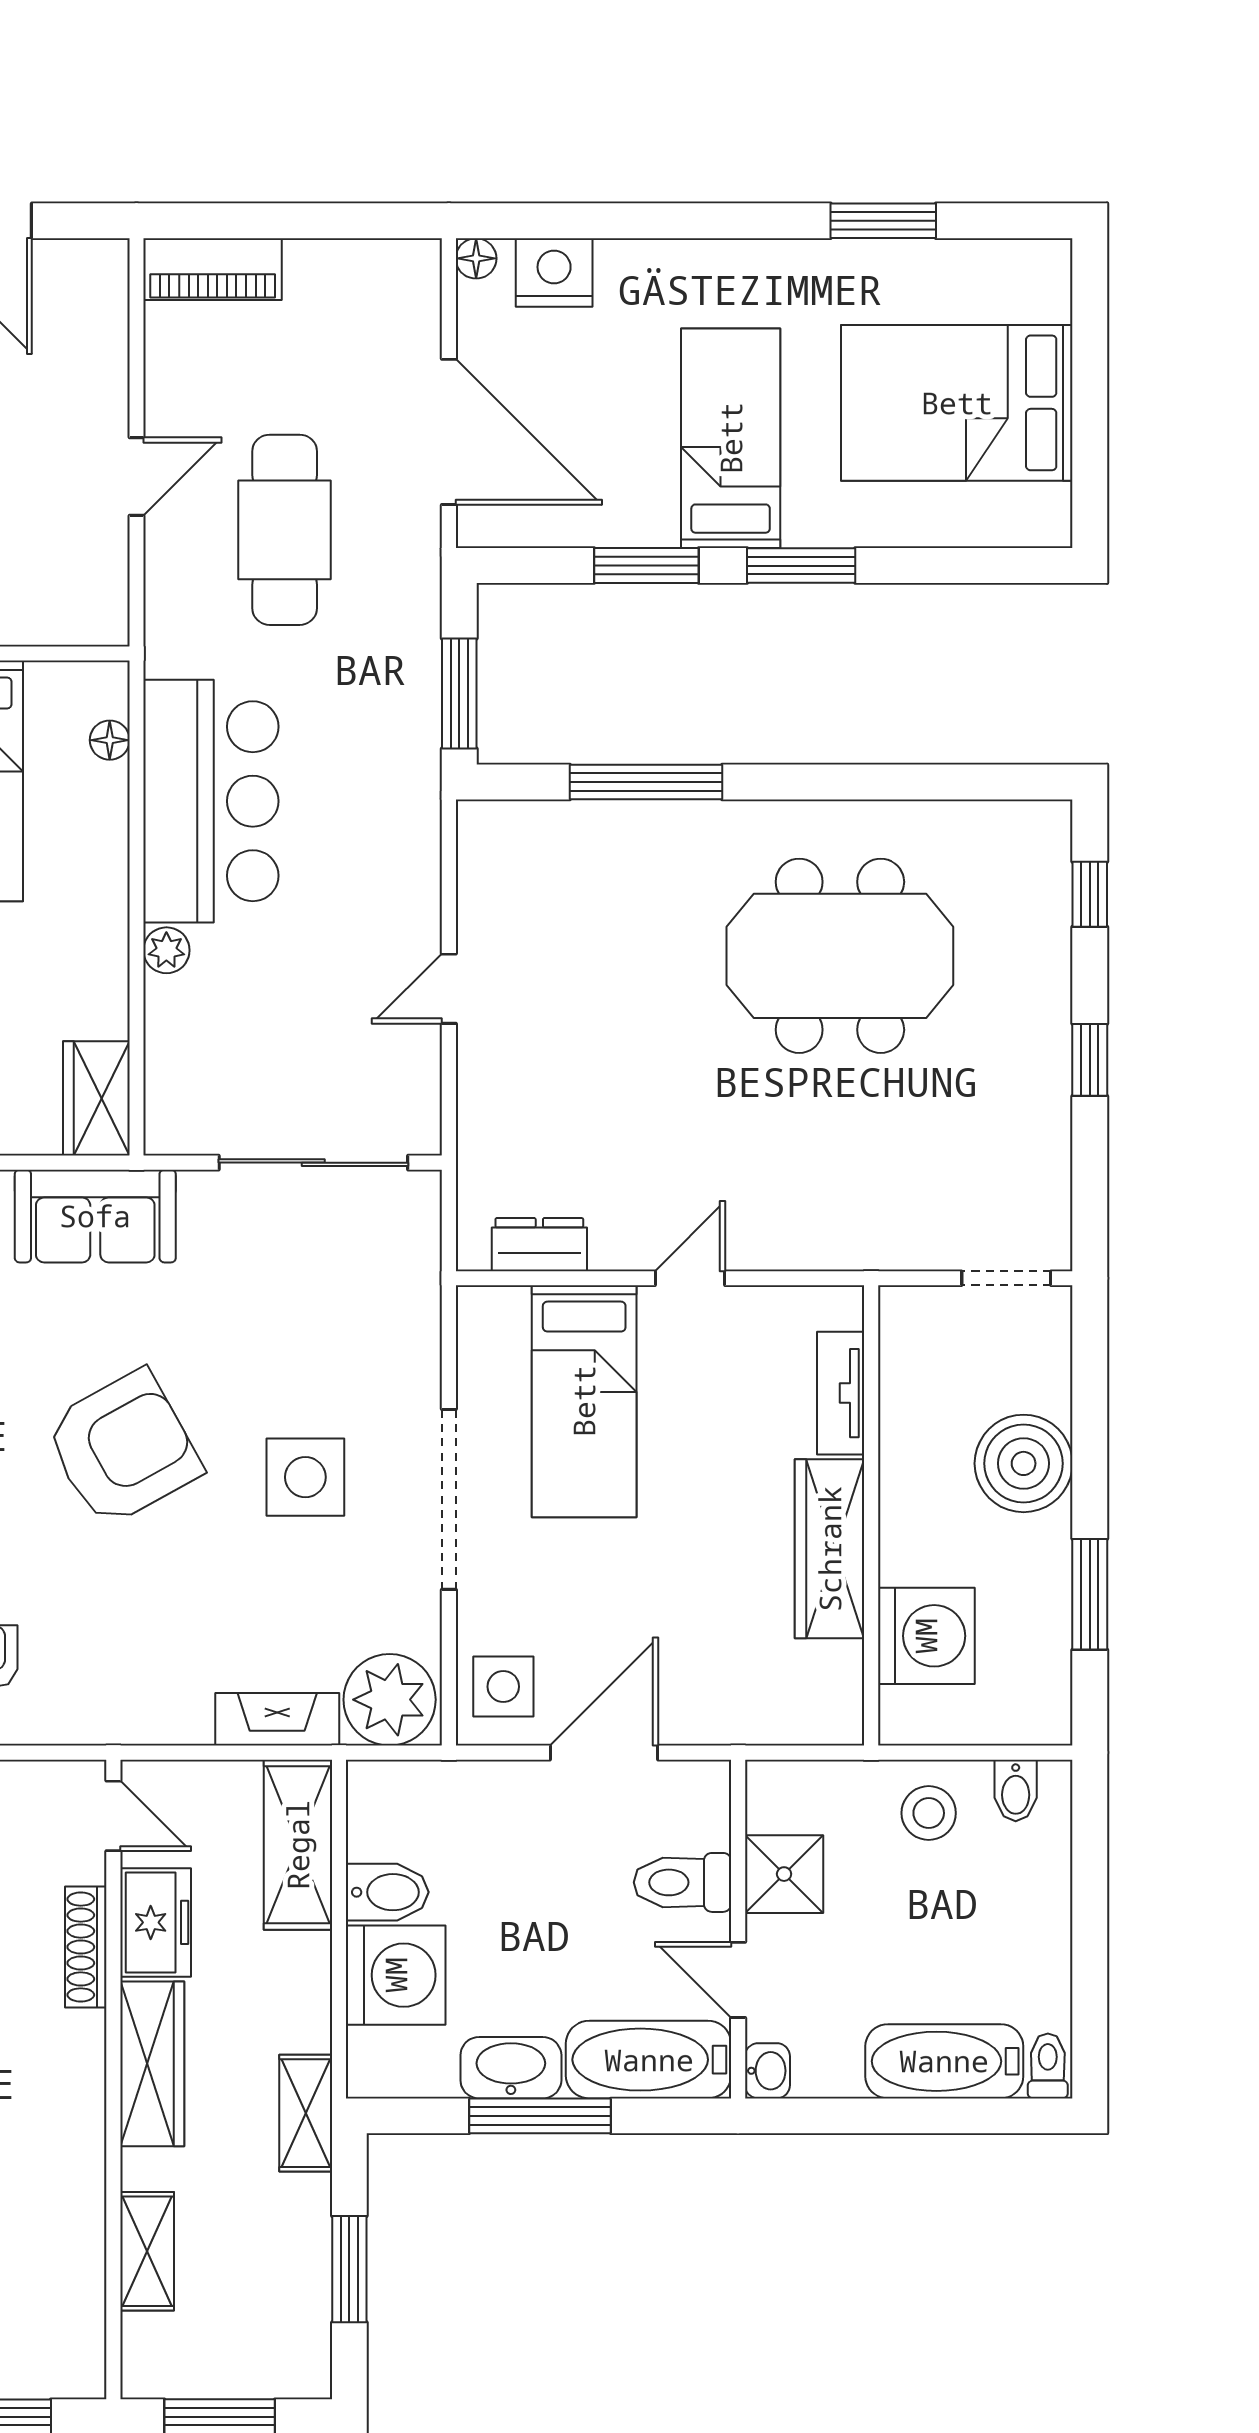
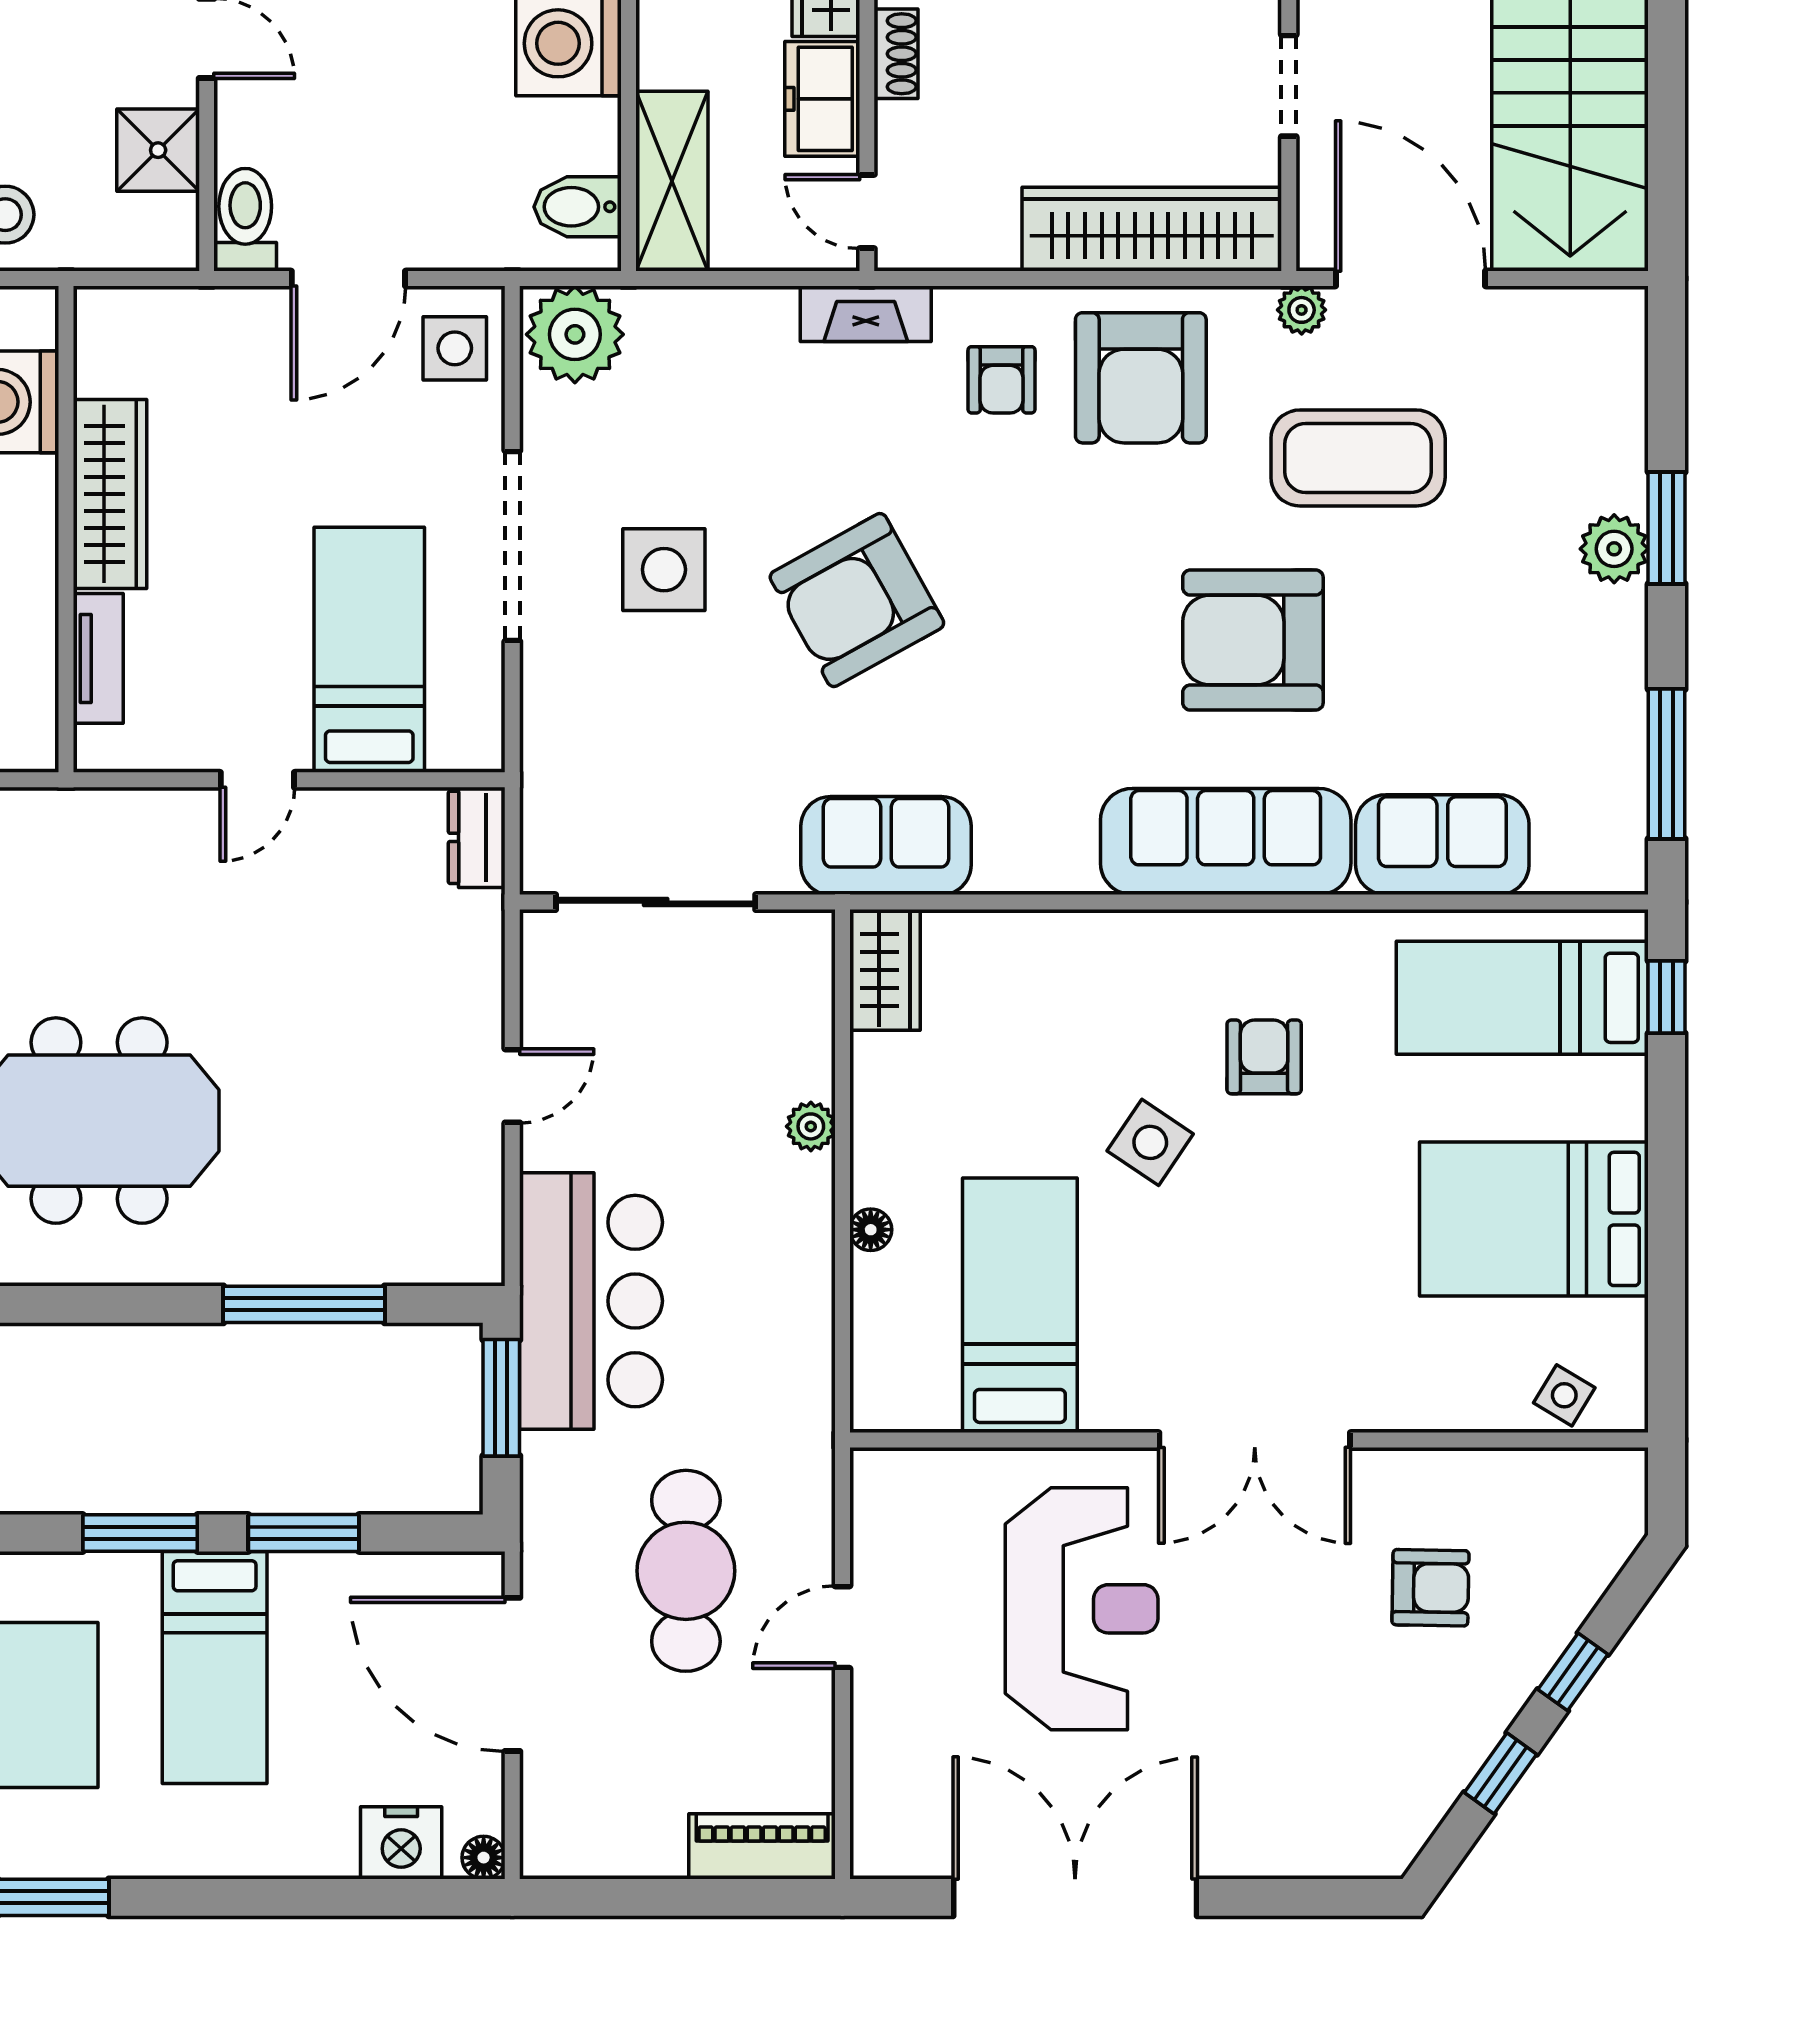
floor lamp: (110, 740) -> (871, 1230), moved
bar counter: (211, 801) -> (591, 1301), moved, turned 180
dresser: (539, 1245) -> (477, 837), moved, turned 90
fireplace: (277, 1719) -> (866, 314), moved
toilet: (682, 1882) -> (245, 220), moved, turned -90
bidet: (387, 1892) -> (577, 207), moved
shoe rack: (86, 1947) -> (896, 54), width x0.70

